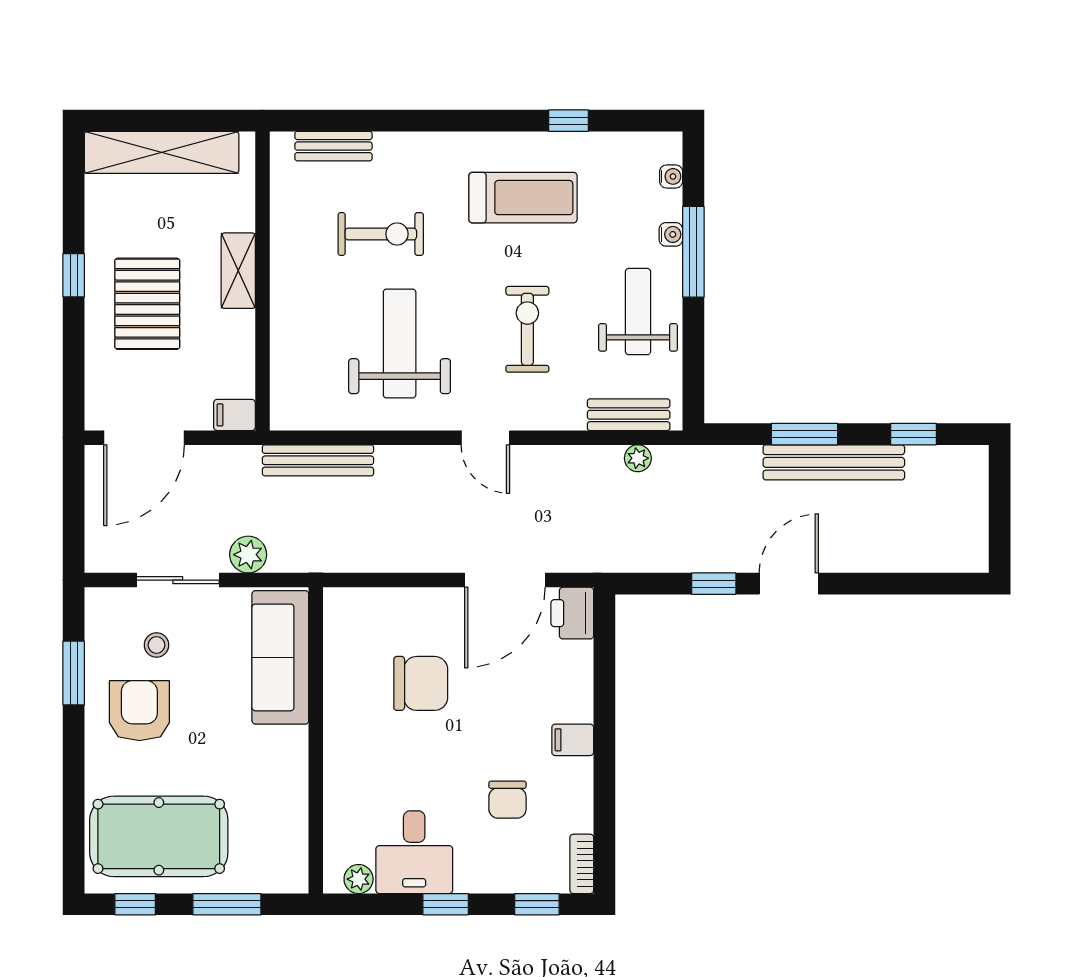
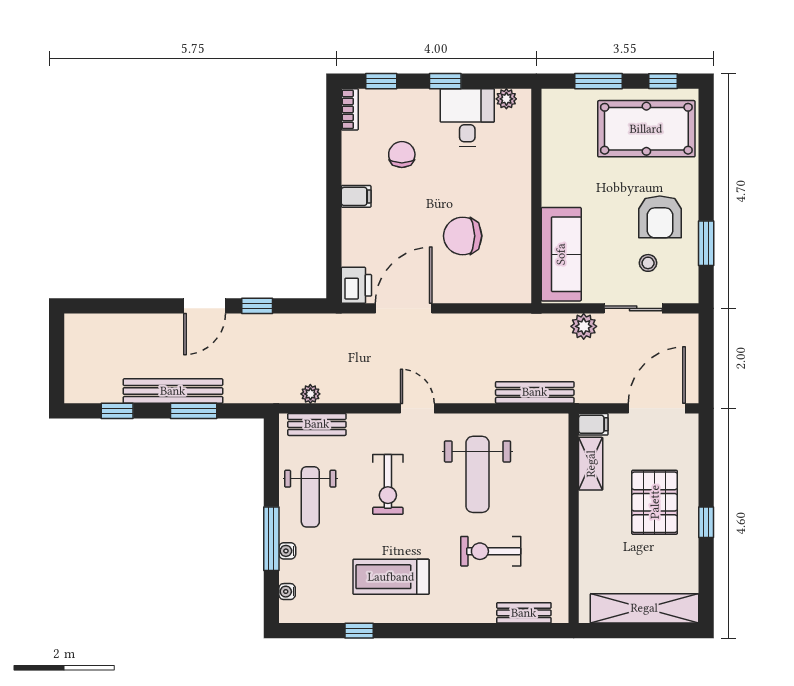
shelving: (238, 271) -> (591, 464), moved

